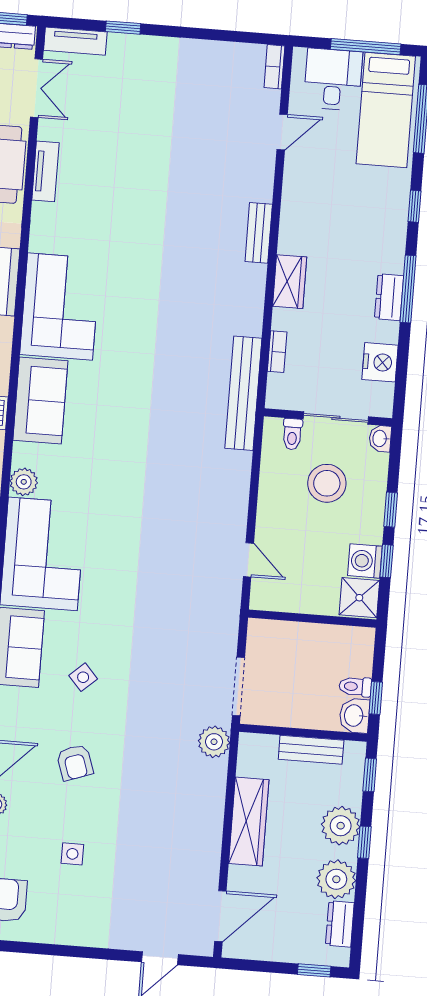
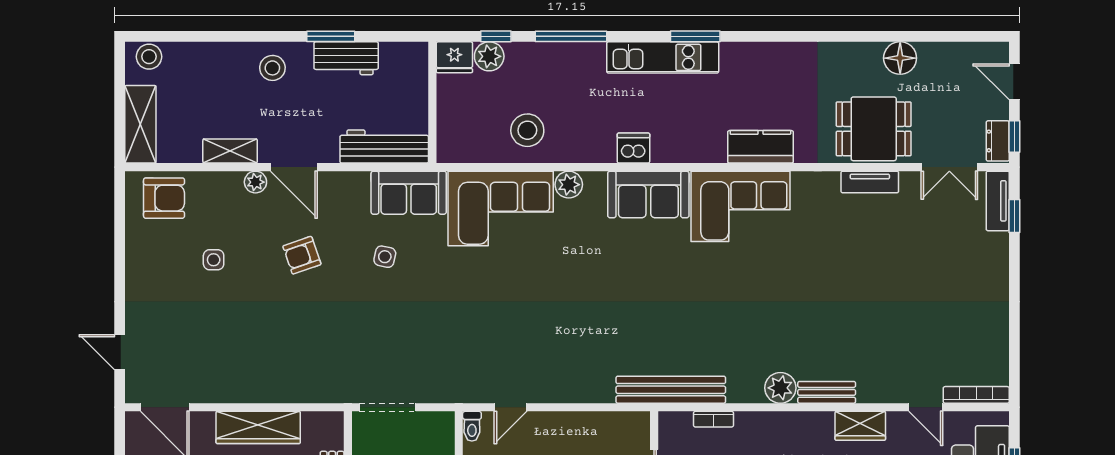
window: (123, 28) -> (1014, 216), moved
bookcase: (274, 67) -> (976, 395), width x1.56
wardrobe: (290, 282) -> (860, 426), moved
toilet: (292, 434) -> (472, 426), moved, turned -90
side table: (83, 677) -> (385, 257), turned -36
plant: (214, 742) -> (780, 388), moved

